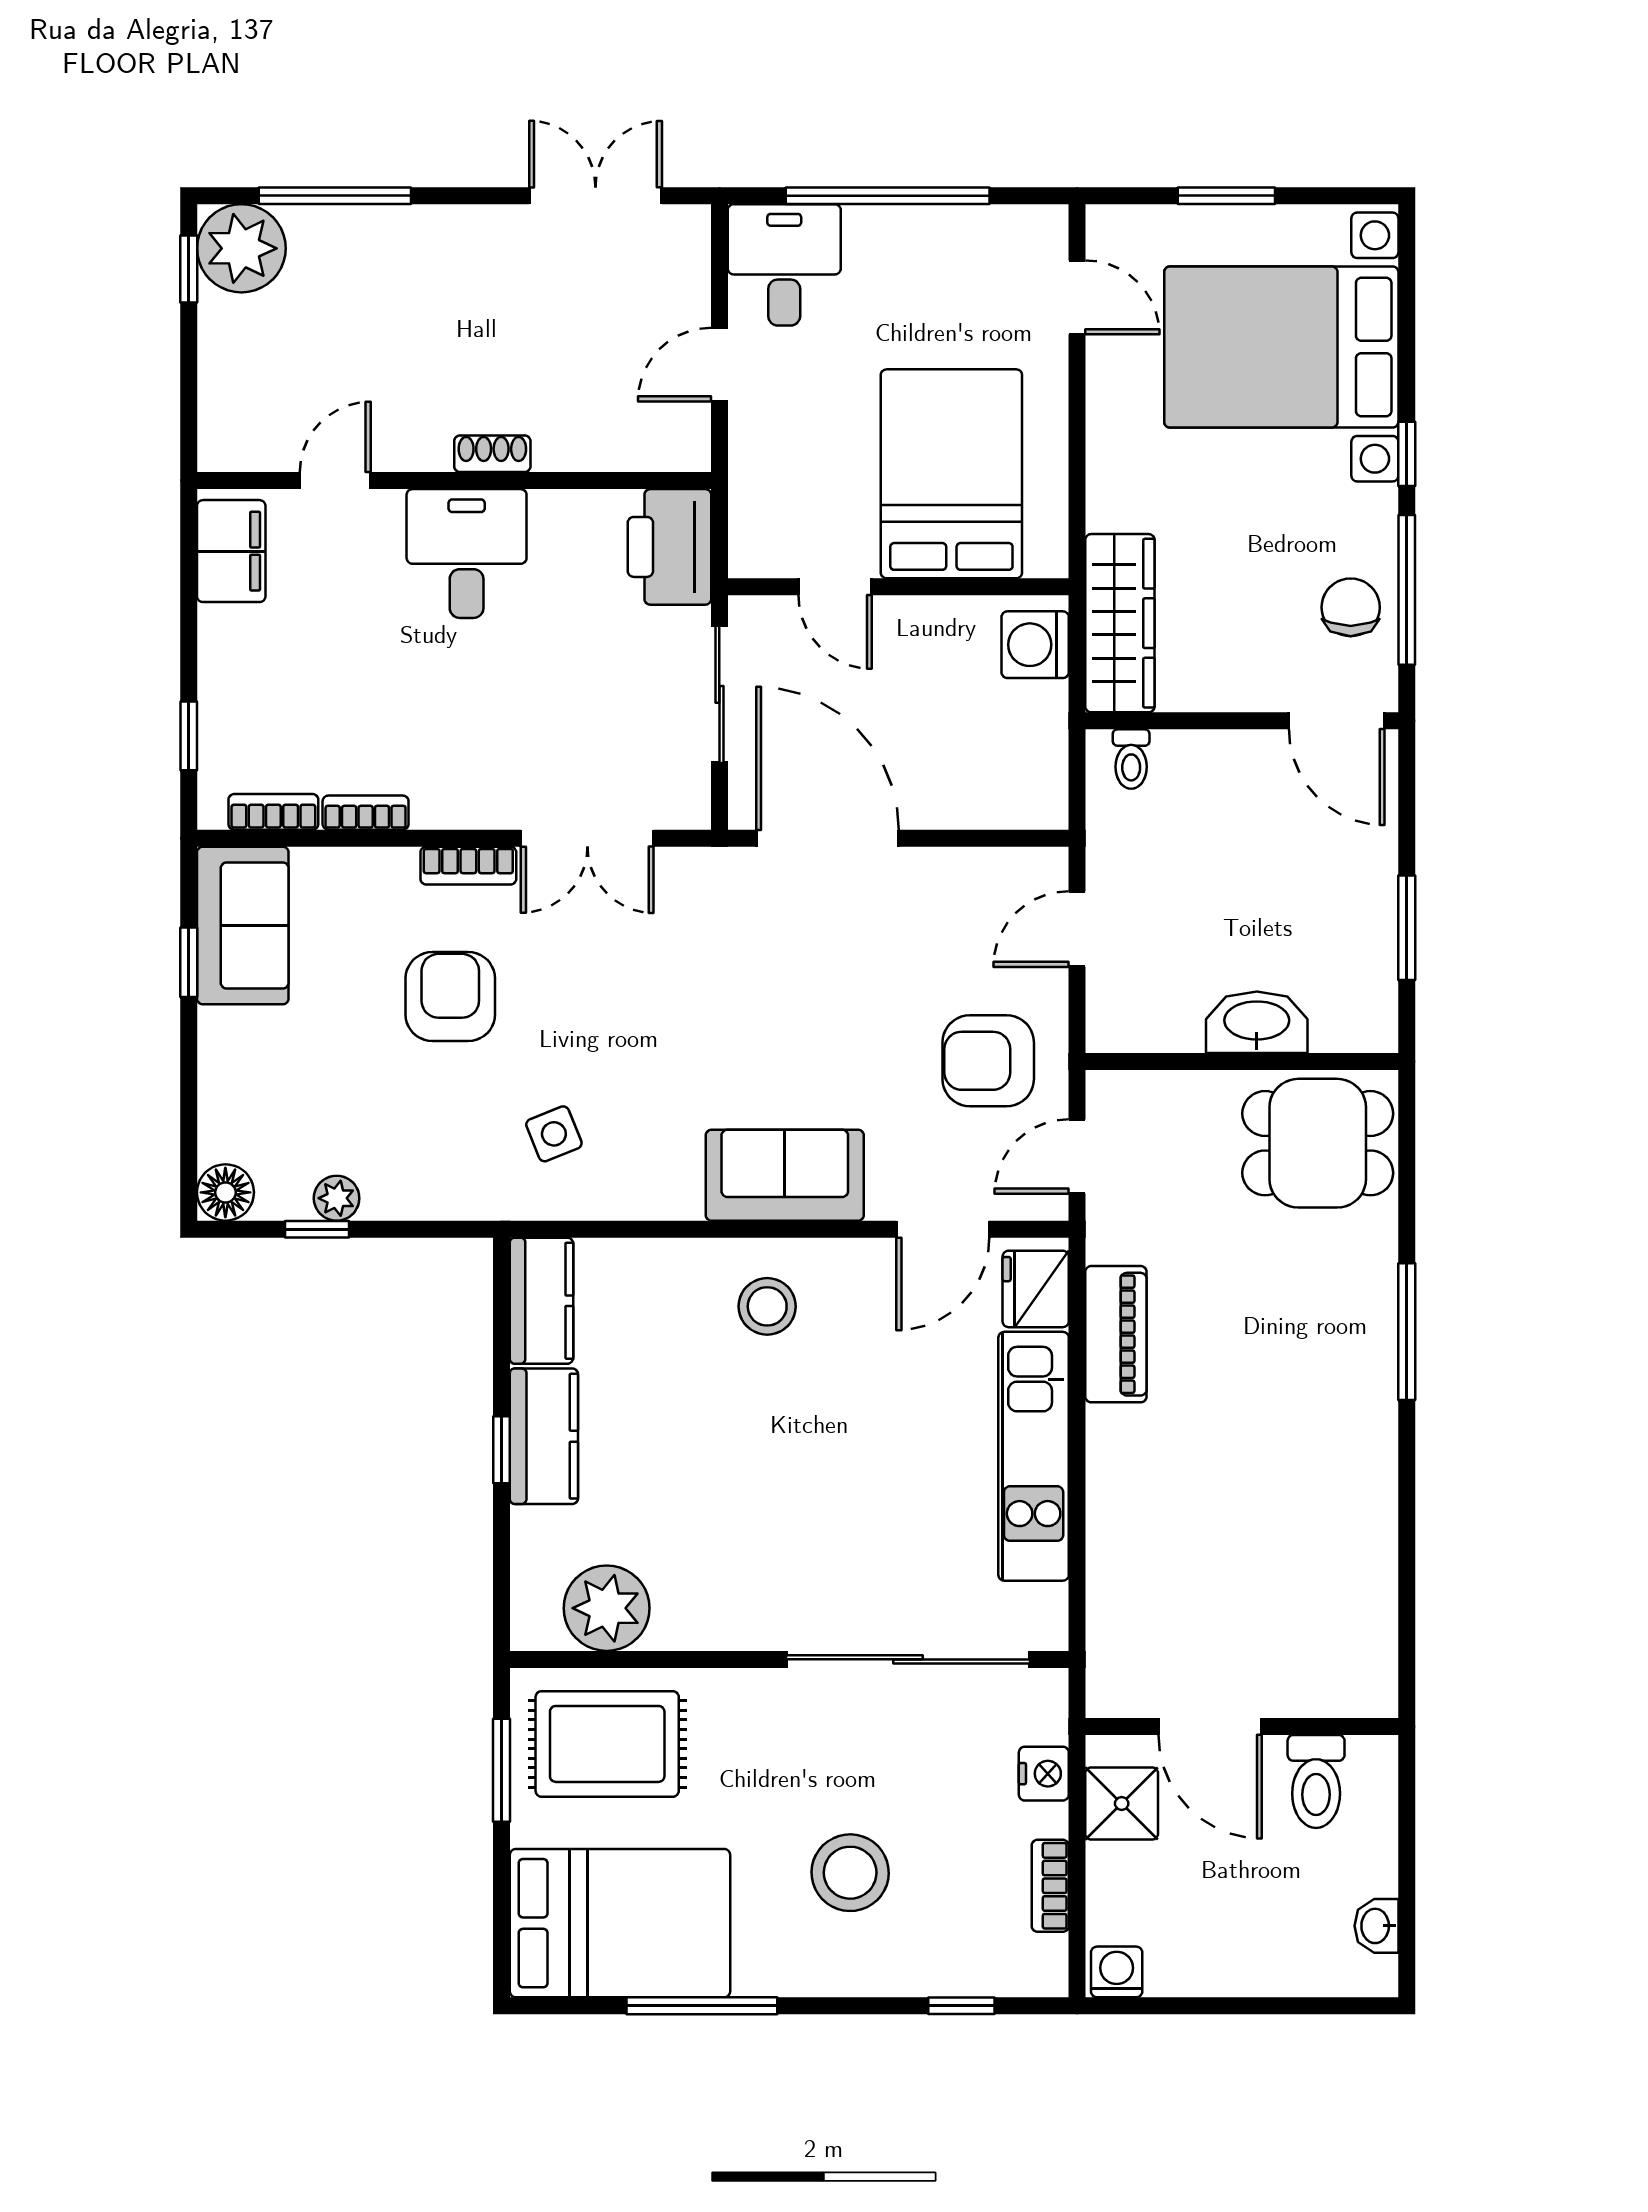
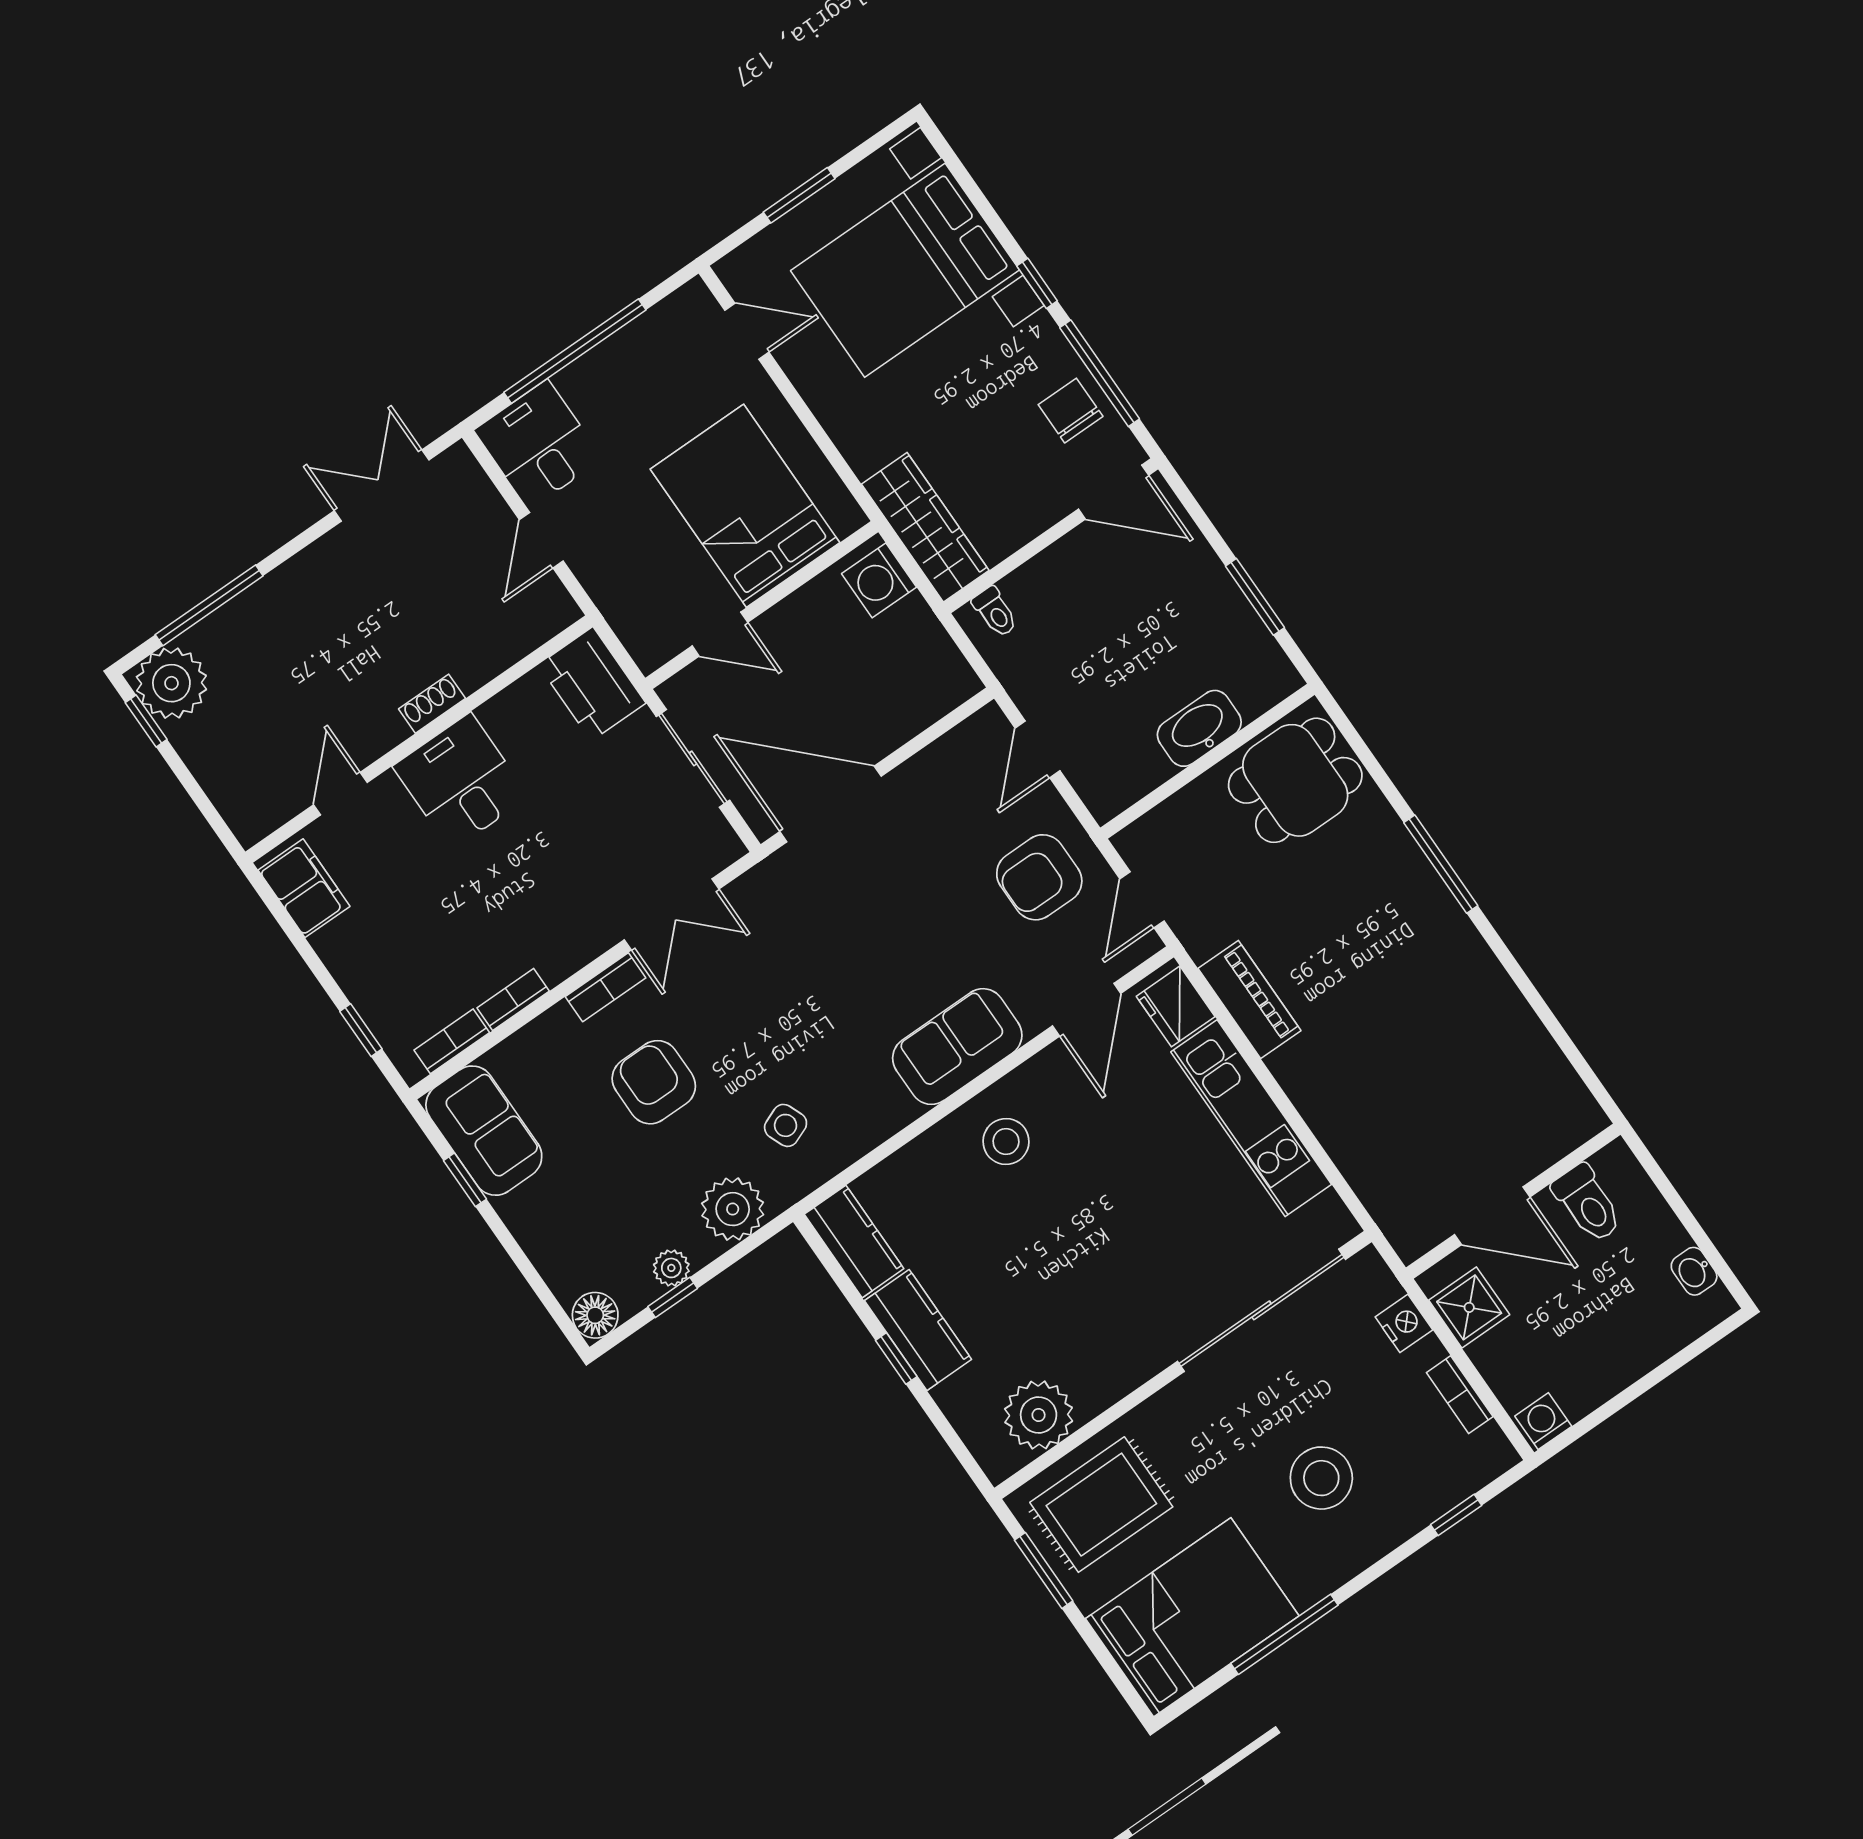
plant: (441, 1182) -> (733, 1209), added

